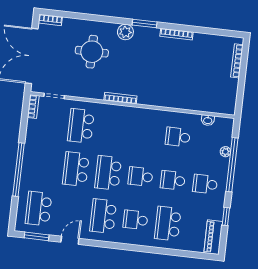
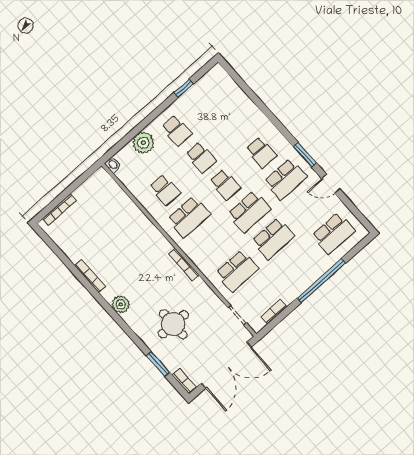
window: (145, 24) -> (158, 364), moved
plant: (125, 32) -> (121, 304), moved
bookcase: (33, 107) -> (274, 312), moved
washbasin: (208, 120) -> (113, 165), moved
plant: (225, 152) -> (143, 143), width x1.87, depth x1.87
window: (232, 165) -> (140, 127), removed
school desk: (168, 224) -> (189, 217), moved
window: (37, 236) -> (305, 155), moved
piano: (213, 237) -> (210, 80), removed

